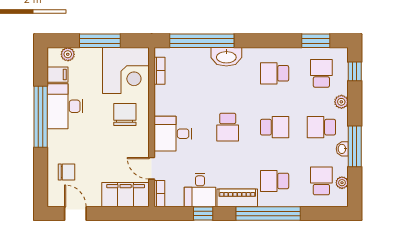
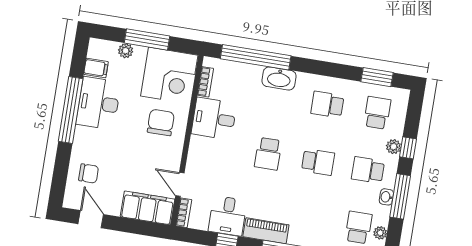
plant: (68, 54) -> (126, 51), moved
window: (355, 71) -> (408, 148), moved
desk: (173, 134) -> (214, 119), moved
school desk: (275, 181) -> (309, 219), removed

